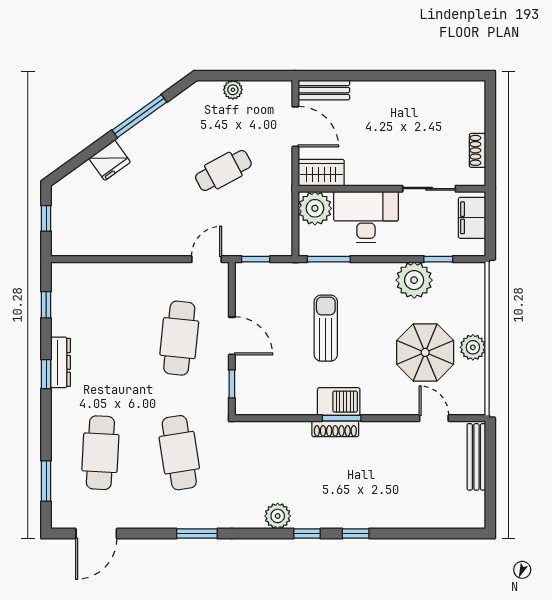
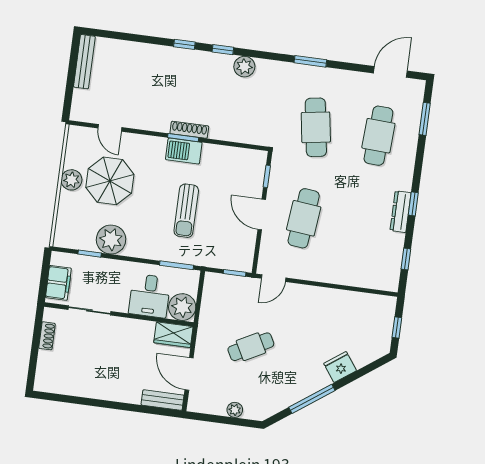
desk: (366, 217) -> (150, 296), width x0.73
bench: (476, 457) -> (84, 62), moved

